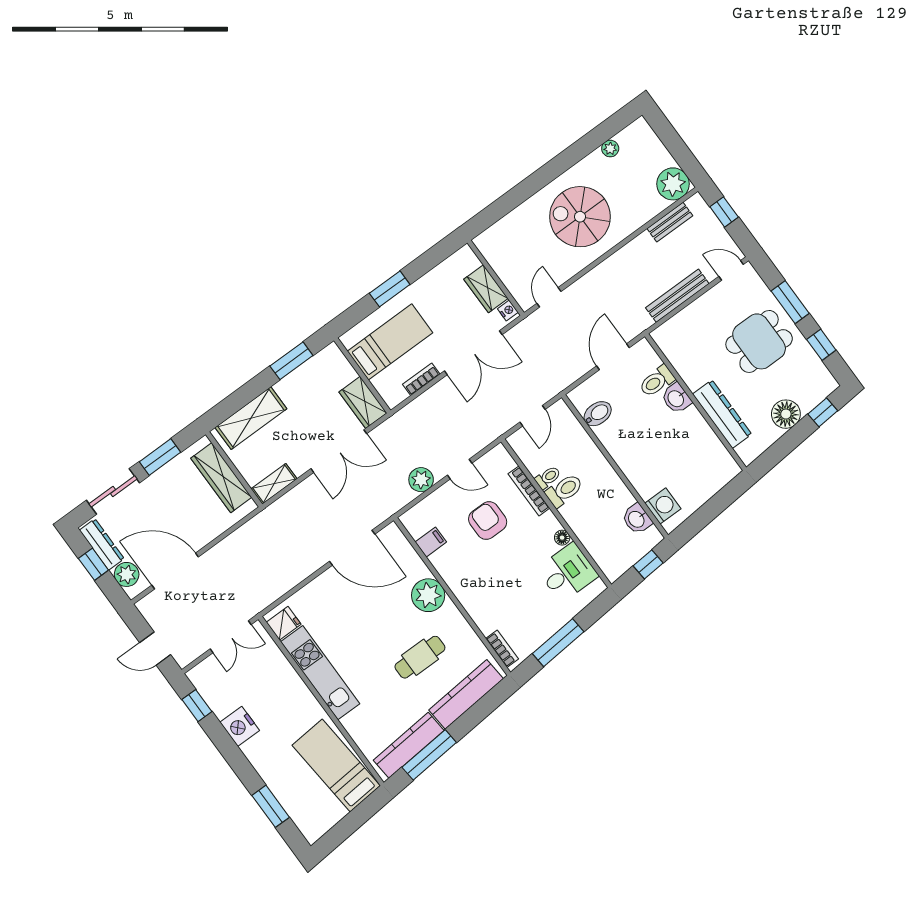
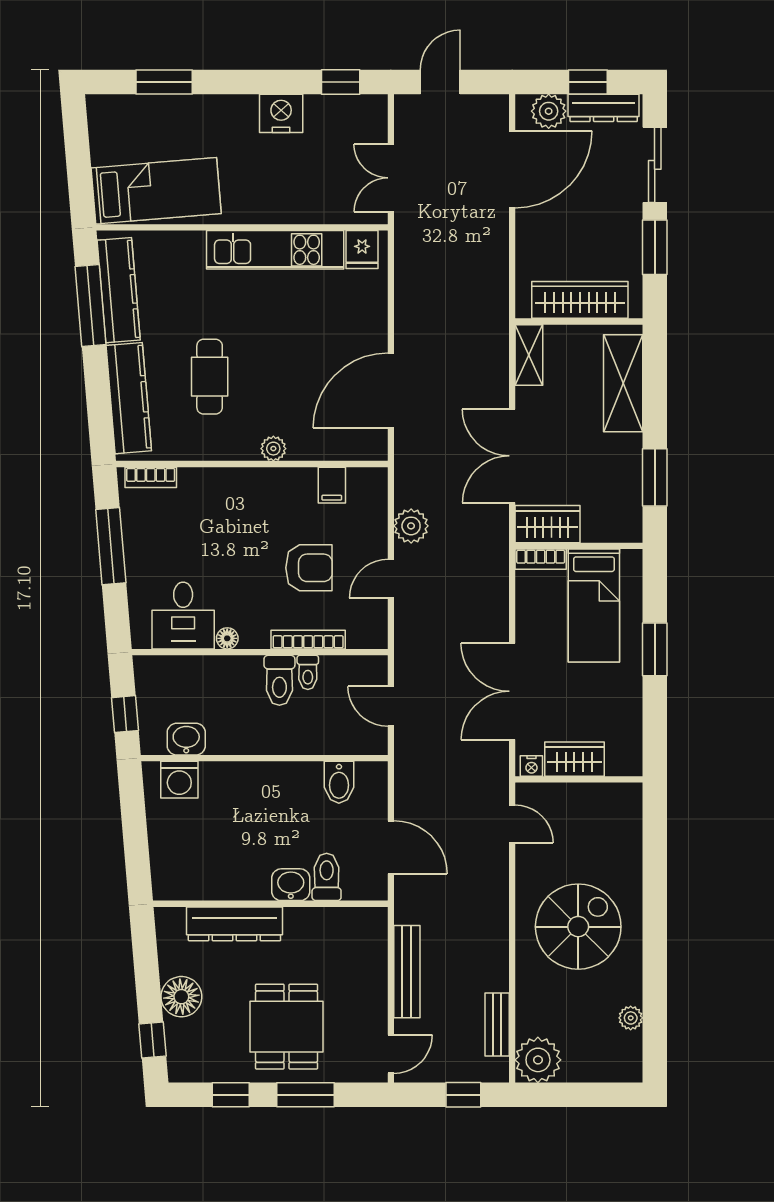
bookcase: (421, 379) -> (541, 559), moved, turned 90
plant: (428, 595) -> (273, 449), width x0.53, depth x0.53

